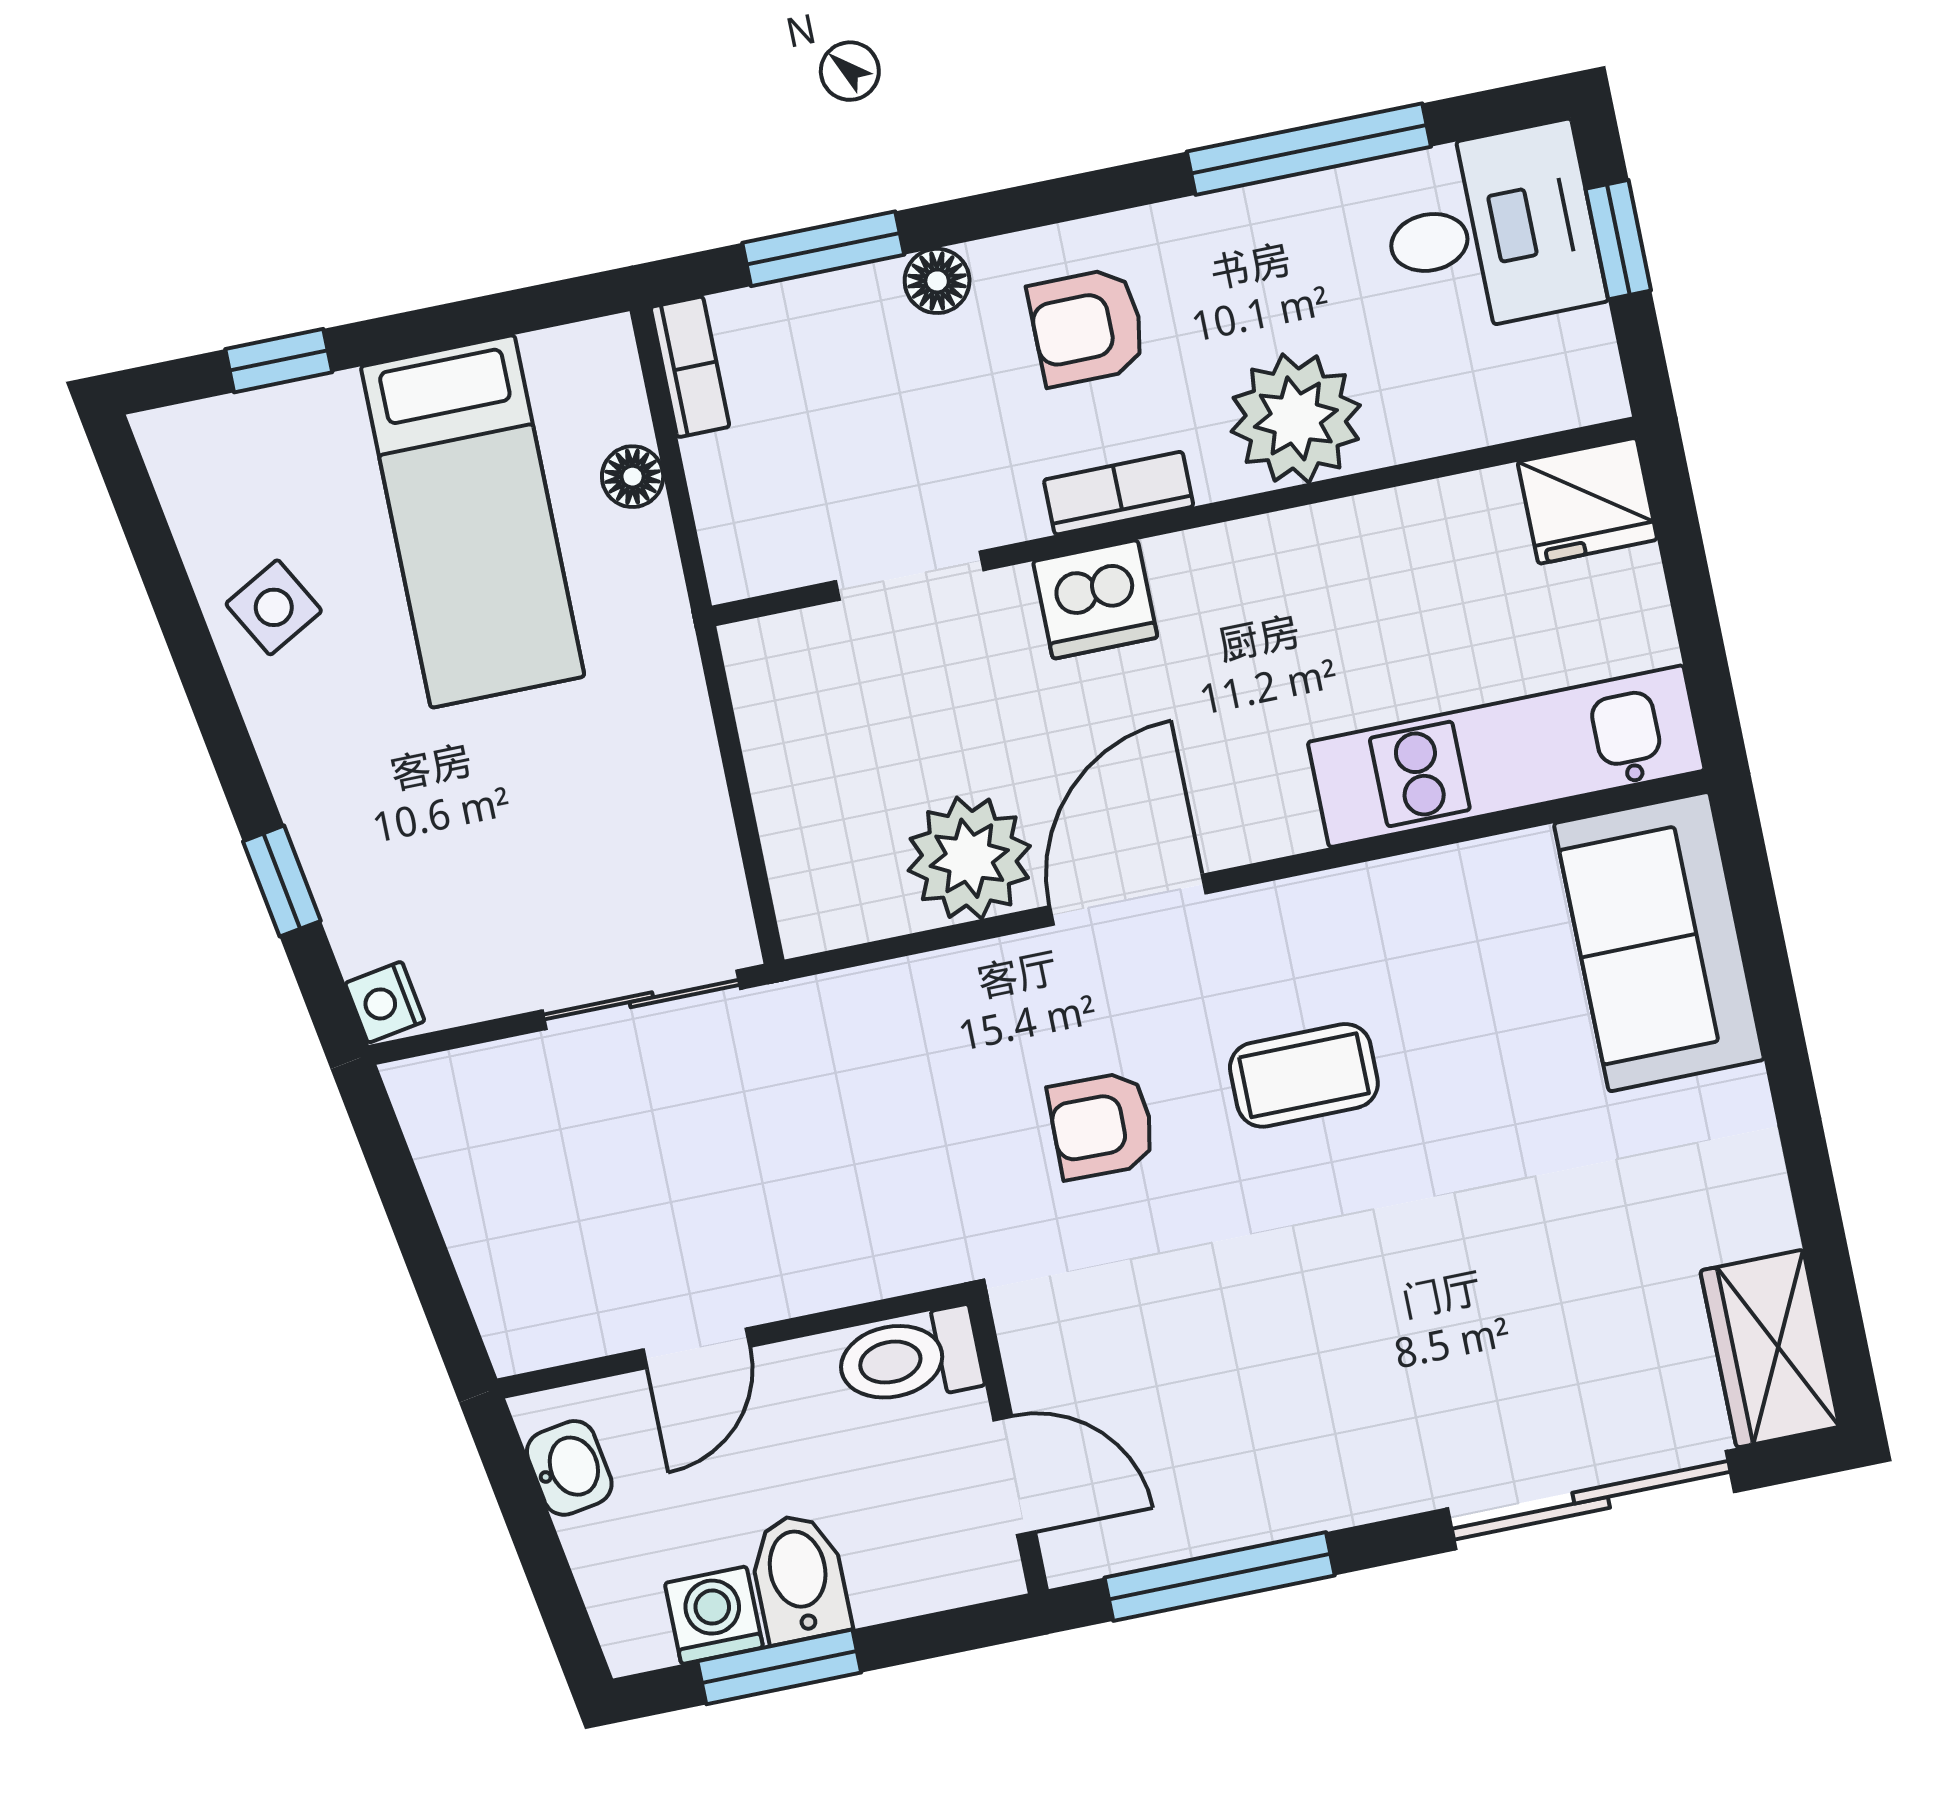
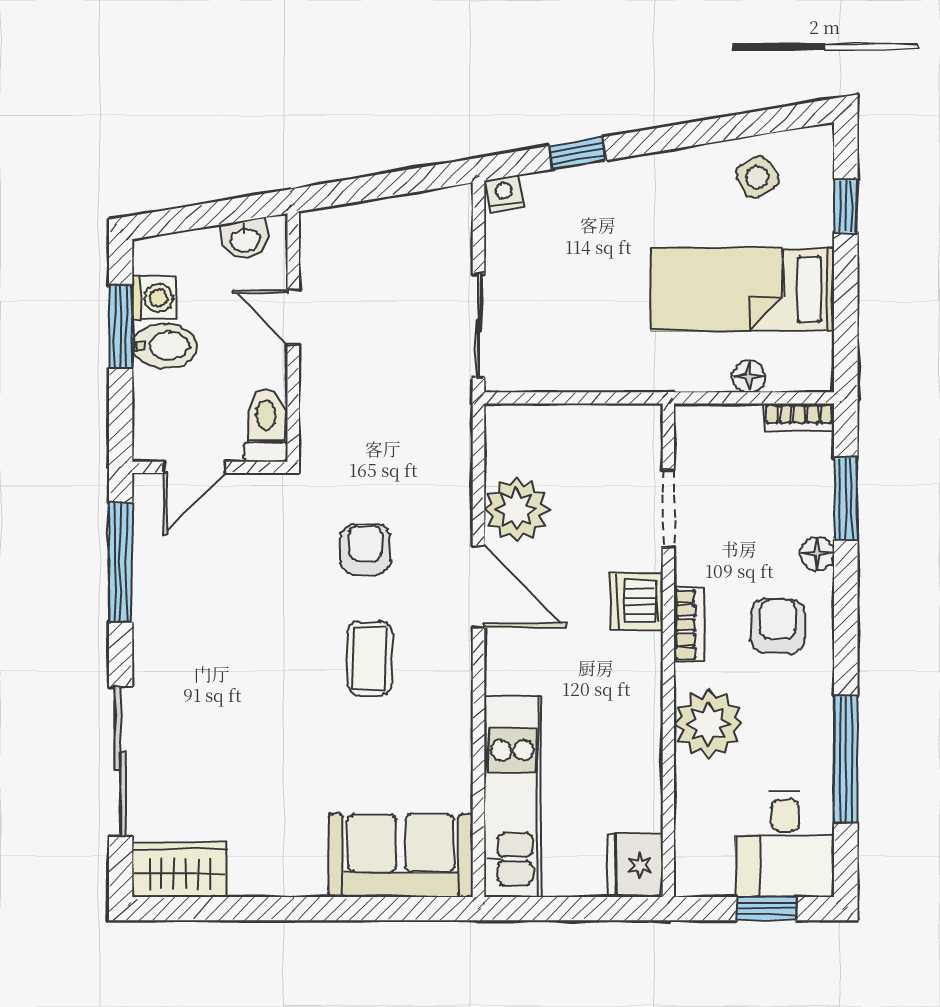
side table: (274, 607) -> (757, 177), moved

